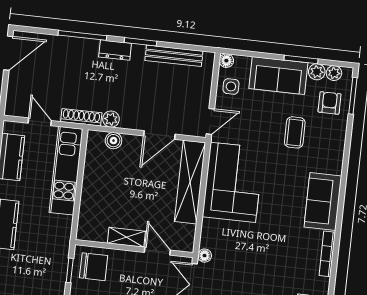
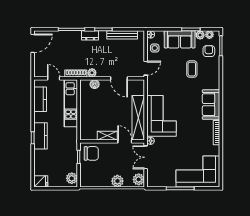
door: (159, 135) -> (119, 78), hinge flipped
shelving: (190, 182) -> (138, 118), moved
corner sofa: (233, 182) -> (161, 116), moved

